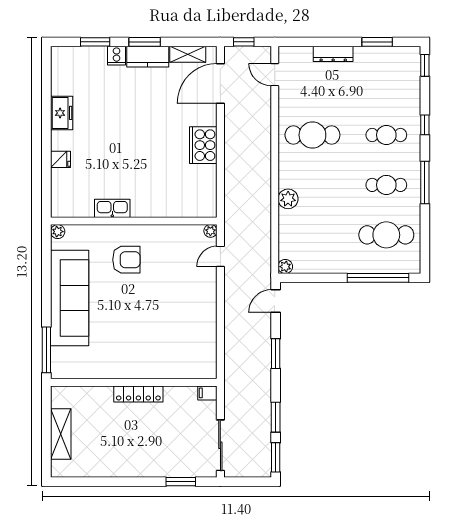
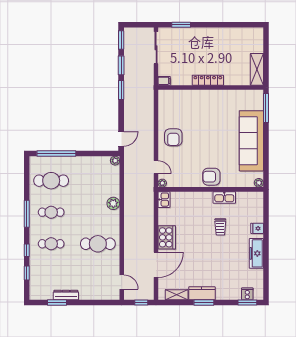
window: (95, 42) -> (247, 303), moved
dresser: (333, 54) -> (66, 295), moved
cooker: (117, 56) -> (247, 294), moved
window: (425, 65) -> (27, 273), moved
door: (220, 83) -> (156, 265), moved
freezer: (62, 113) -> (256, 253), width x1.40
trolley: (119, 162) -> (220, 227), added
kitchen sink: (208, 205) -> (164, 200), added
door: (220, 256) -> (156, 167), hinge flipped
armchair: (126, 260) -> (211, 177), moved
armchair: (193, 303) -> (173, 137), added
window: (276, 354) -> (121, 90), moved
shelving: (61, 434) -> (257, 69), moved

